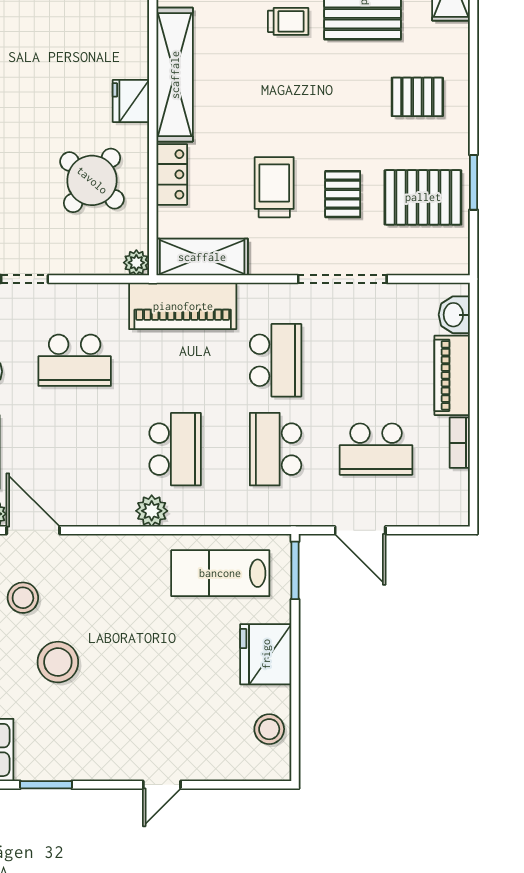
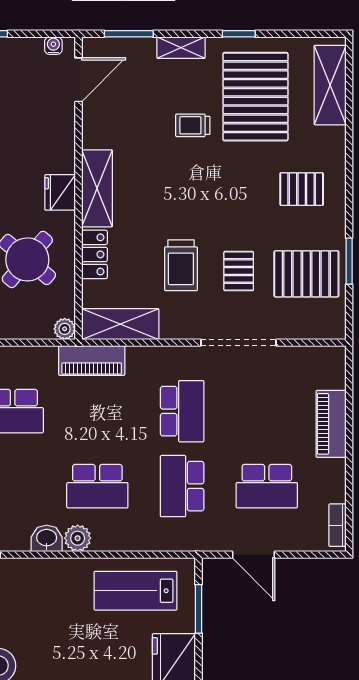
trolley: (288, 21) -> (193, 125), turned 180
shelving: (175, 75) -> (97, 188), width x0.68
trolley: (274, 187) -> (181, 265), turned 180
piano: (183, 306) -> (92, 361), width x0.73, depth x0.75
washbasin: (454, 315) -> (47, 538), moved, turned 90
bookcase: (460, 443) -> (338, 525), moved
school desk: (175, 449) -> (97, 486), turned 90
window: (295, 570) -> (198, 609), moved

